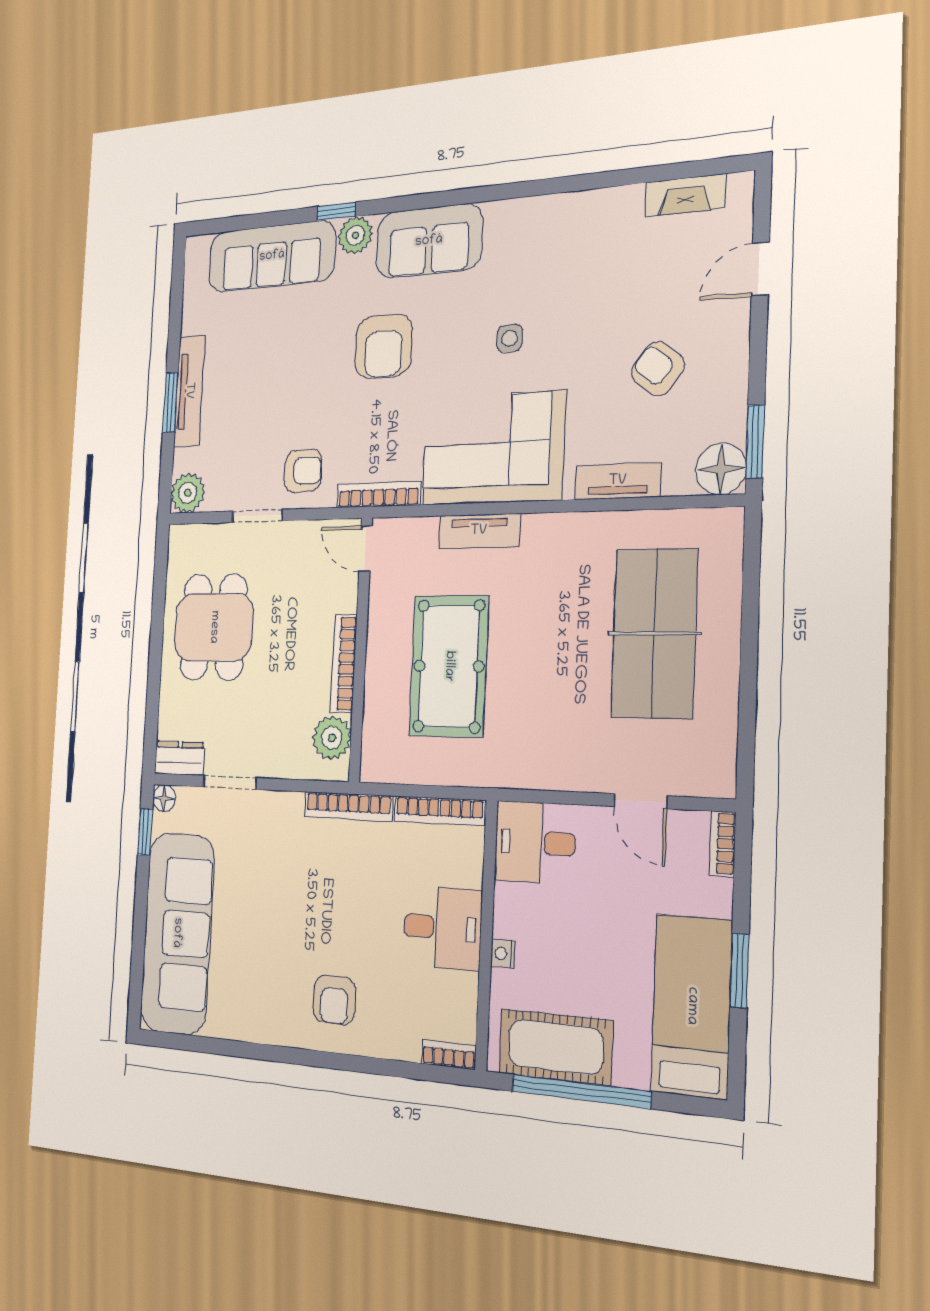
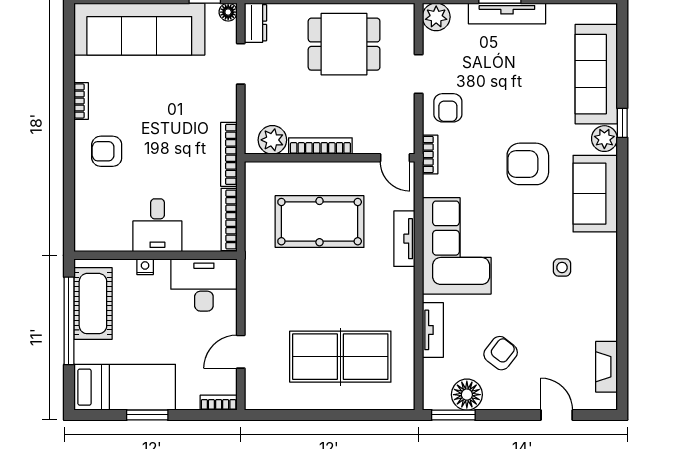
side table: (510, 338) -> (562, 267), moved
floor lamp: (721, 469) -> (467, 395), moved
bookcase: (378, 495) -> (430, 154), width x0.64
door: (365, 549) -> (395, 158), swing flipped
desk: (535, 843) -> (204, 285), width x1.37
bookcase: (449, 1055) -> (81, 101), moved

